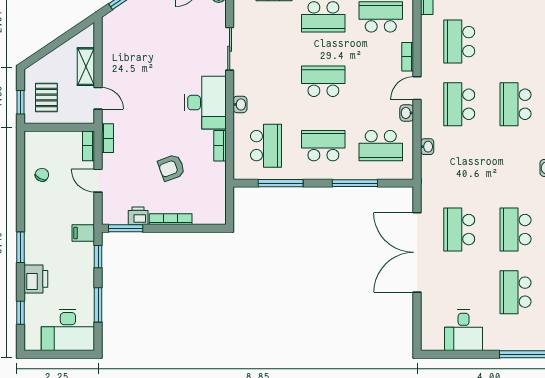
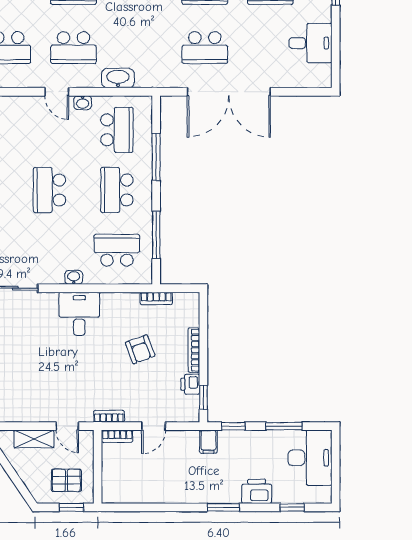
bookcase: (408, 57) -> (24, 102), removed
door: (98, 98) -> (67, 426), swing flipped
desk: (205, 103) -> (79, 314), width x0.73
bookcase: (220, 146) -> (156, 298), moved
washbasin: (427, 147) -> (118, 78), width x1.91, depth x1.45
chair: (42, 175) -> (147, 485), removed
window: (126, 228) -> (203, 397), width x0.67

